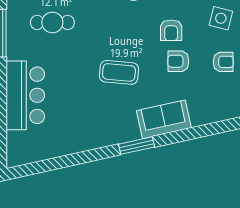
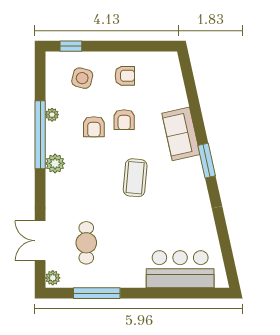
armchair: (171, 30) -> (94, 127), turned 90
armchair: (223, 62) -> (125, 76), turned 90
bar counter: (25, 95) -> (180, 269), moved

